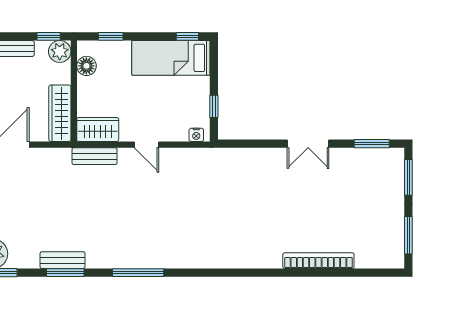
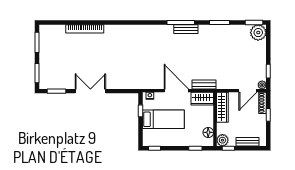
bed: (171, 58) -> (163, 119), moved
double door: (308, 144) -> (90, 91), width x1.37
door: (146, 145) -> (176, 91), width x1.87
bench: (63, 260) -> (186, 29), moved

